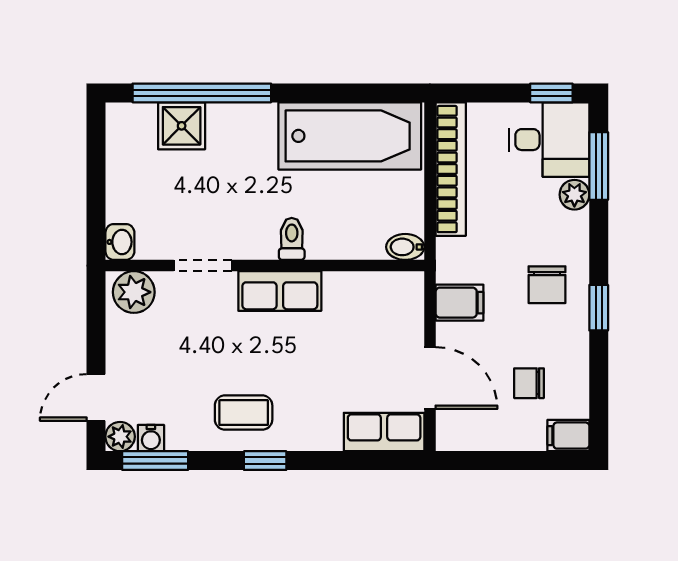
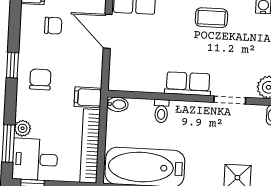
toilet: (292, 239) -> (161, 111), moved
filing cabinet: (459, 303) -> (88, 97), moved

